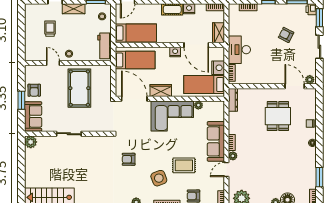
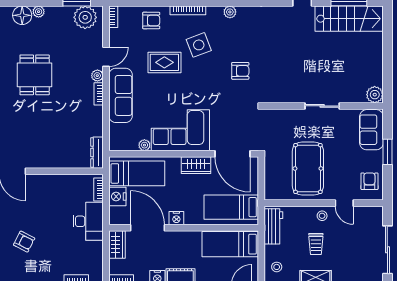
sliding door: (21, 29) -> (387, 250), added
trolley: (50, 29) -> (316, 244), moved
armchair: (34, 90) -> (369, 181), moved
dining table: (278, 116) -> (35, 75), moved

